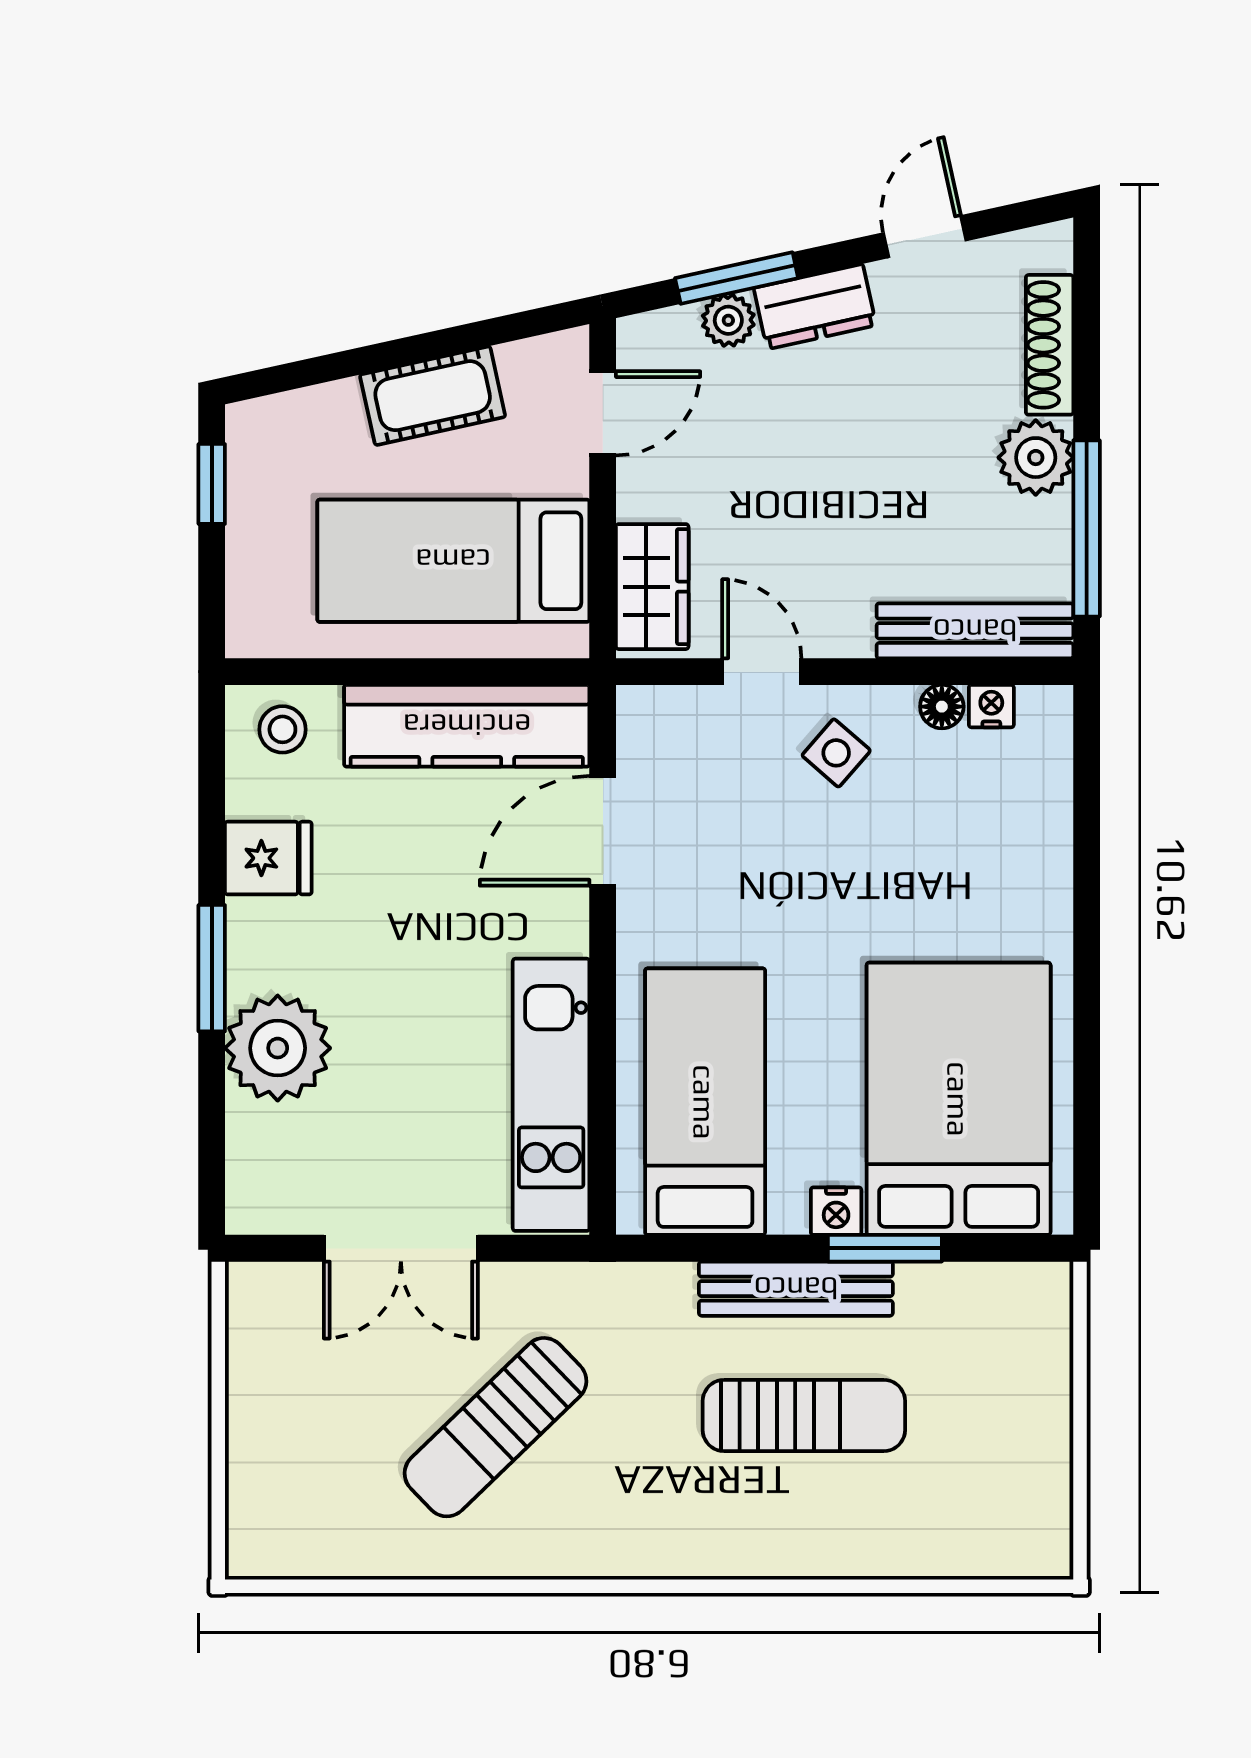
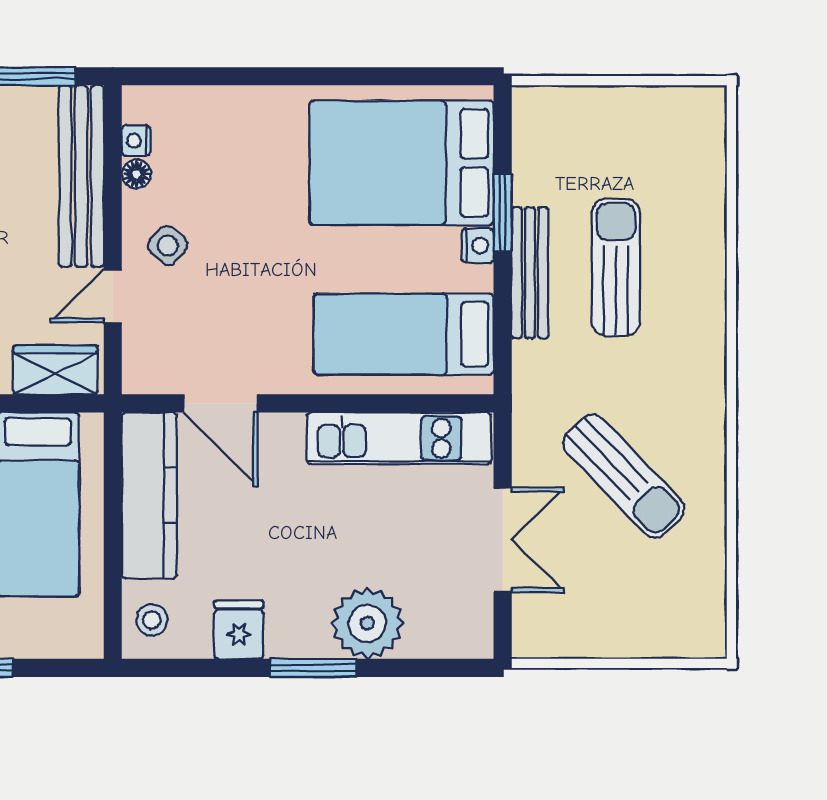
bench: (975, 631) -> (81, 176), width x1.37, depth x1.21

